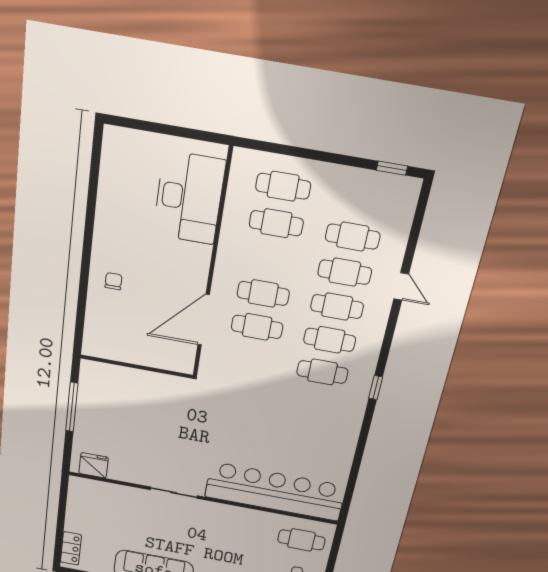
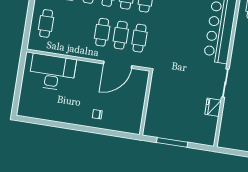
cafe table: (276, 223) -> (139, 38), moved
door: (204, 320) -> (118, 65), hinge flipped
fridge: (94, 465) -> (213, 107), moved

